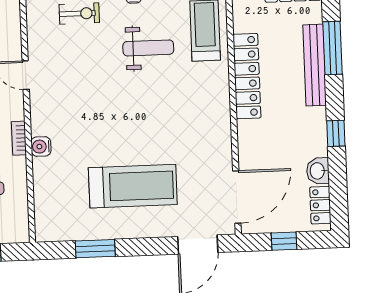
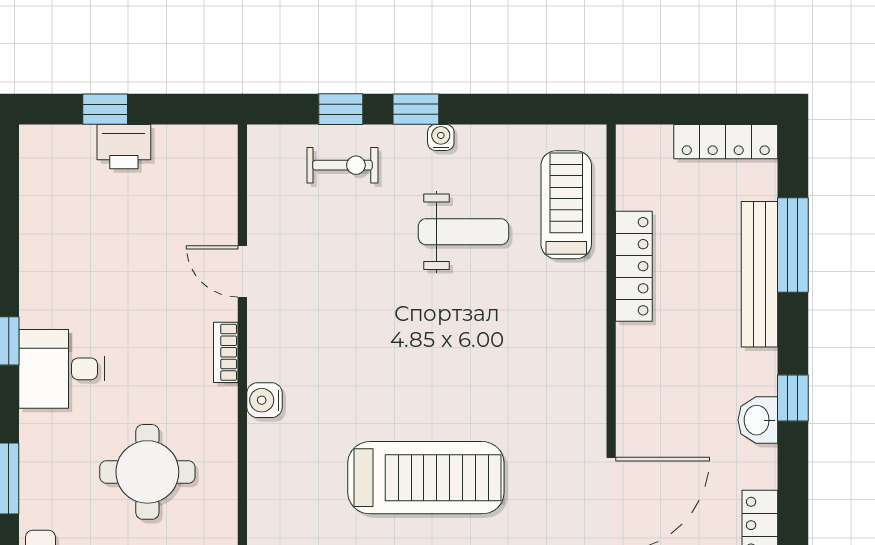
locker: (247, 76) -> (634, 266), width x0.71, depth x0.83
bookcase: (19, 138) -> (226, 352), moved
washbasin: (318, 171) -> (758, 420), moved

